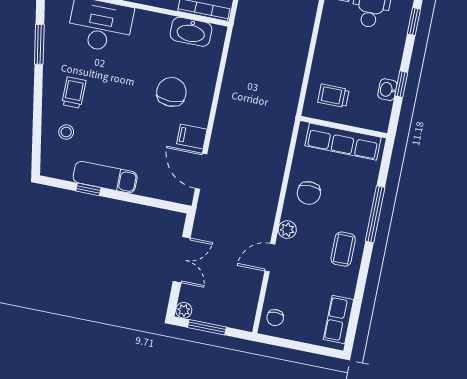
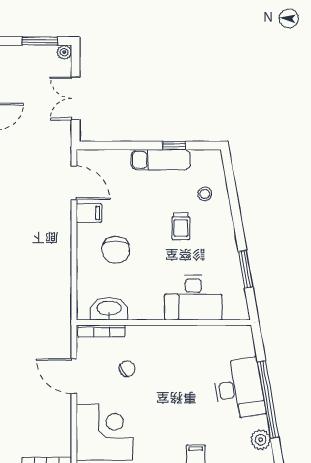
trolley: (74, 92) -> (181, 226), moved

